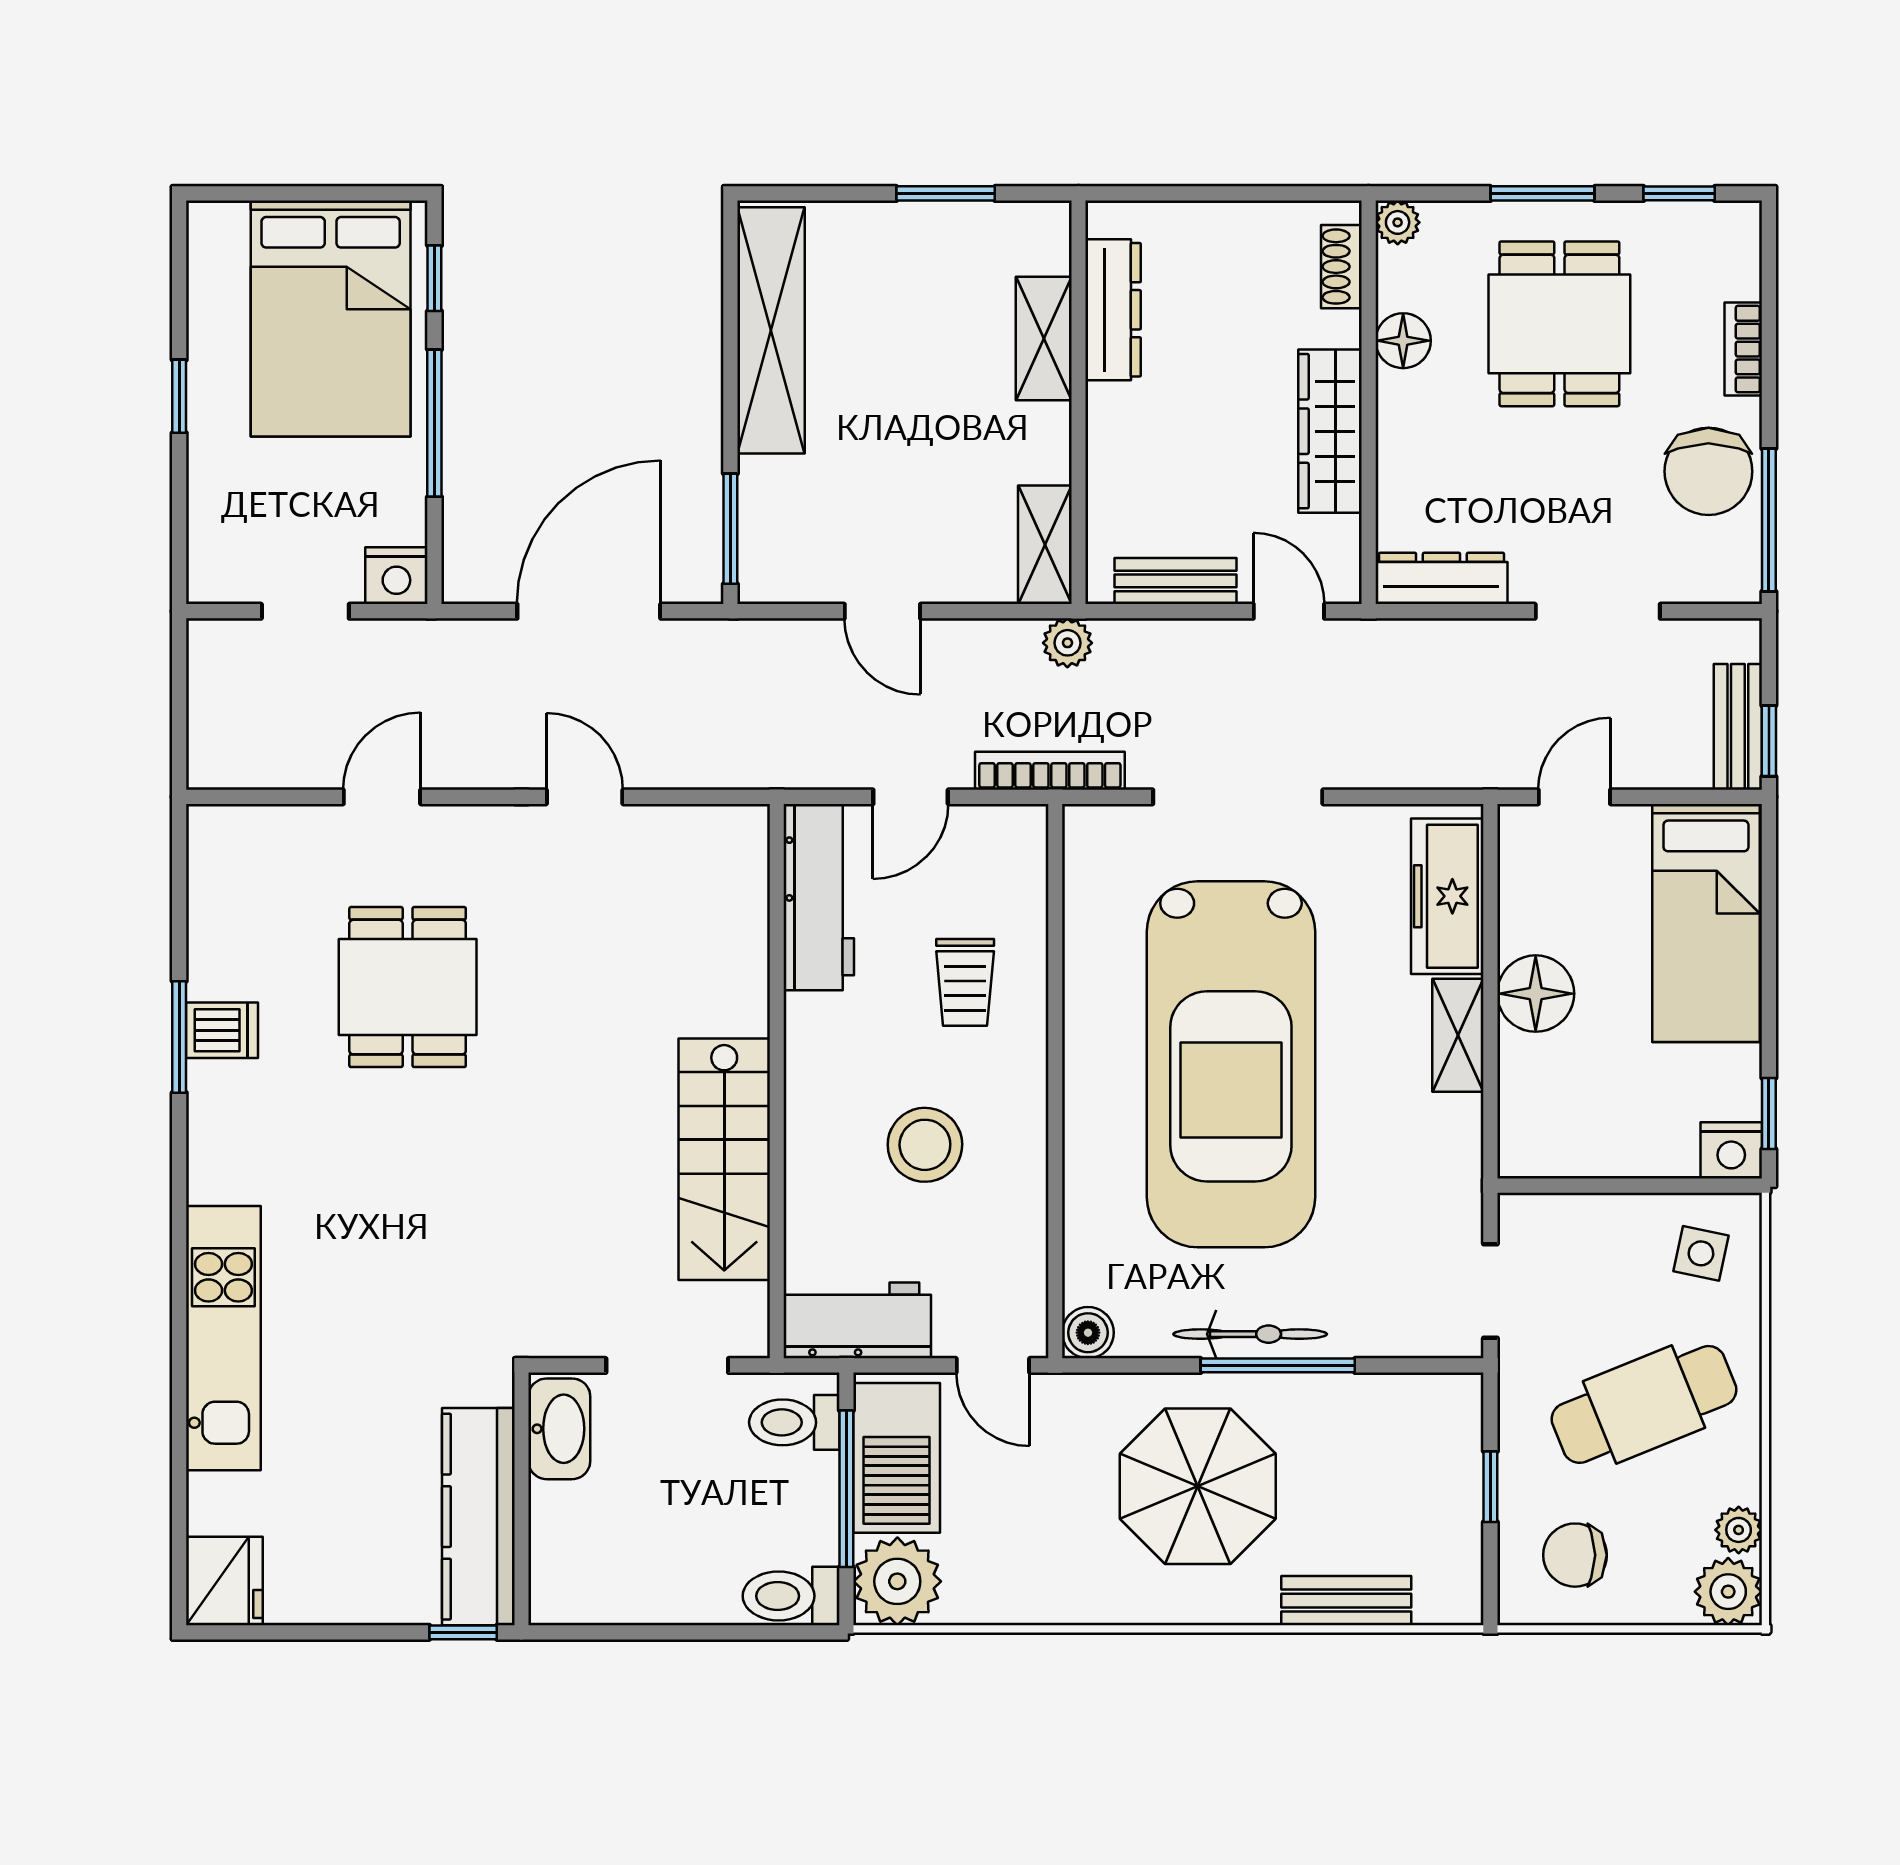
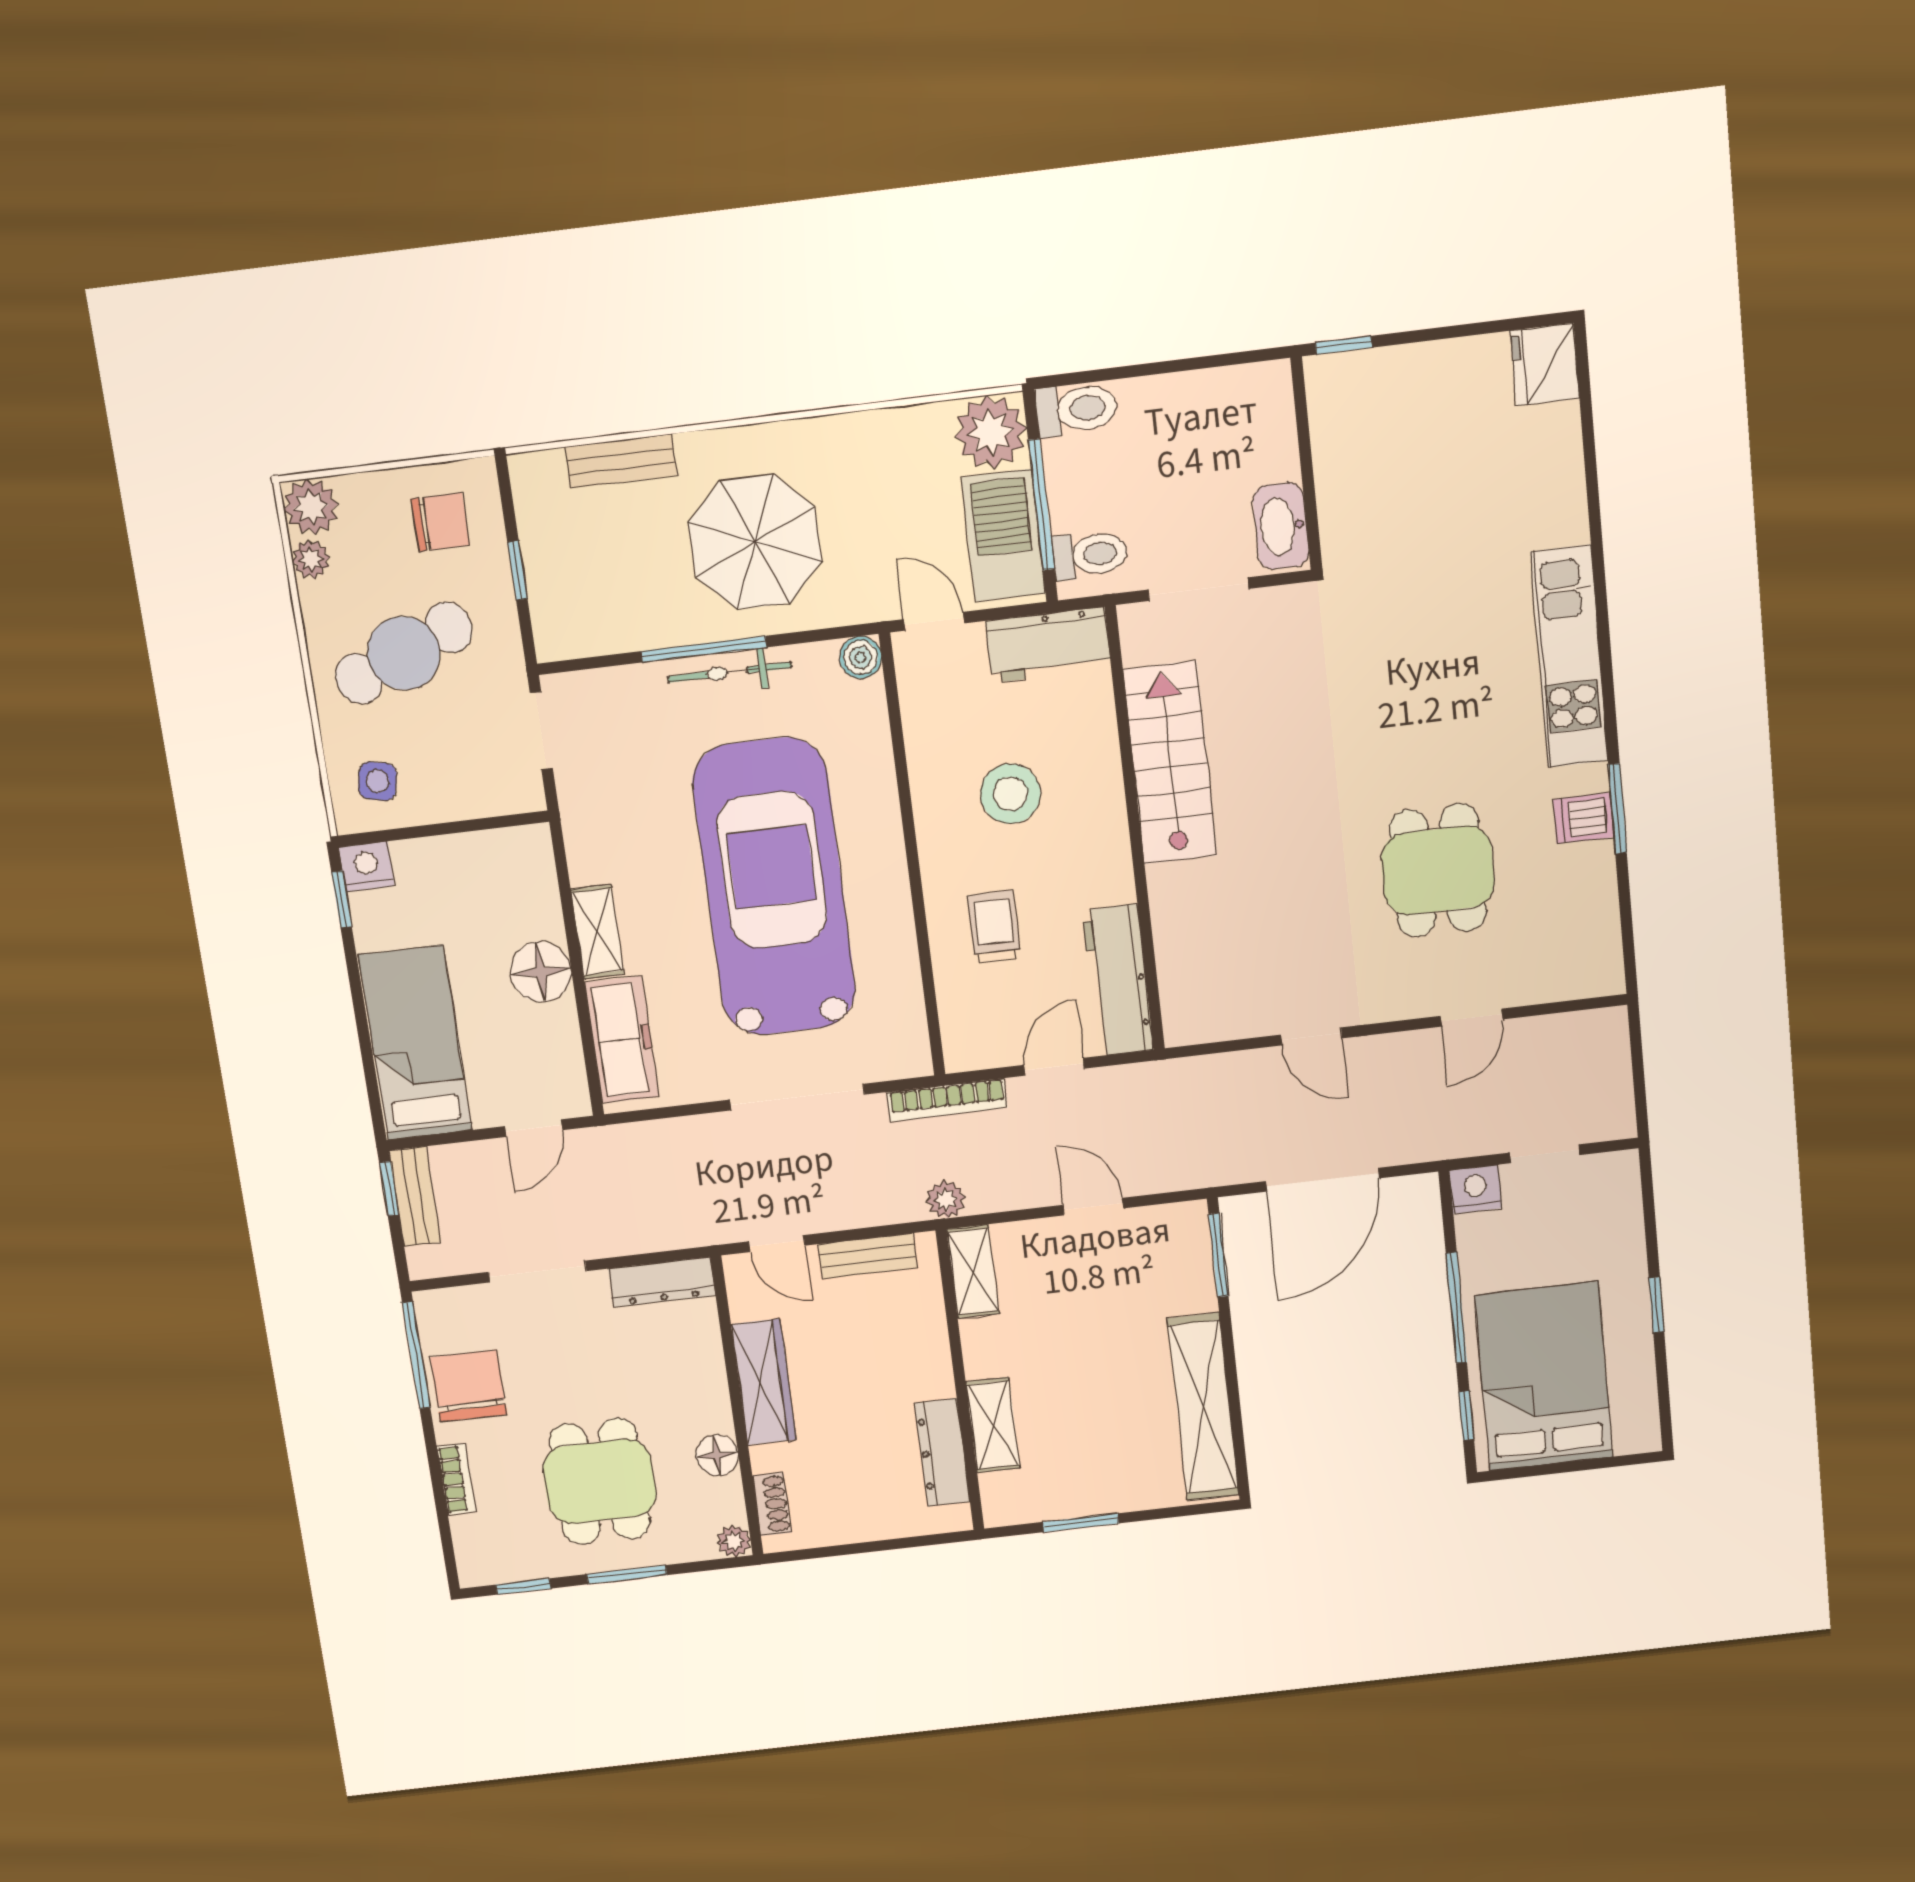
kitchen unit: (223, 1338) -> (1569, 657), moved
kitchen counter: (478, 1517) -> (1340, 445), removed

